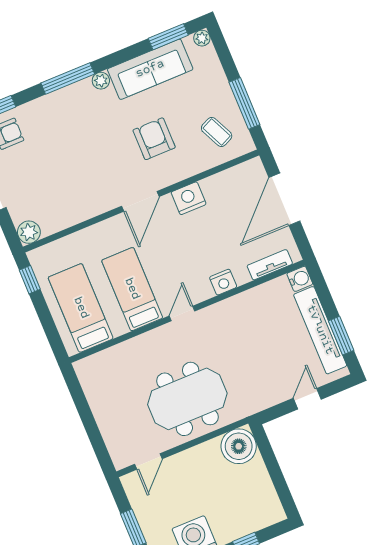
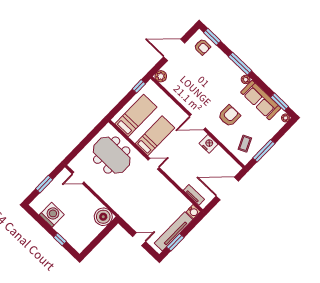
nightstand: (223, 282) -> (176, 177), removed
meeting table: (187, 399) -> (112, 155), moved

